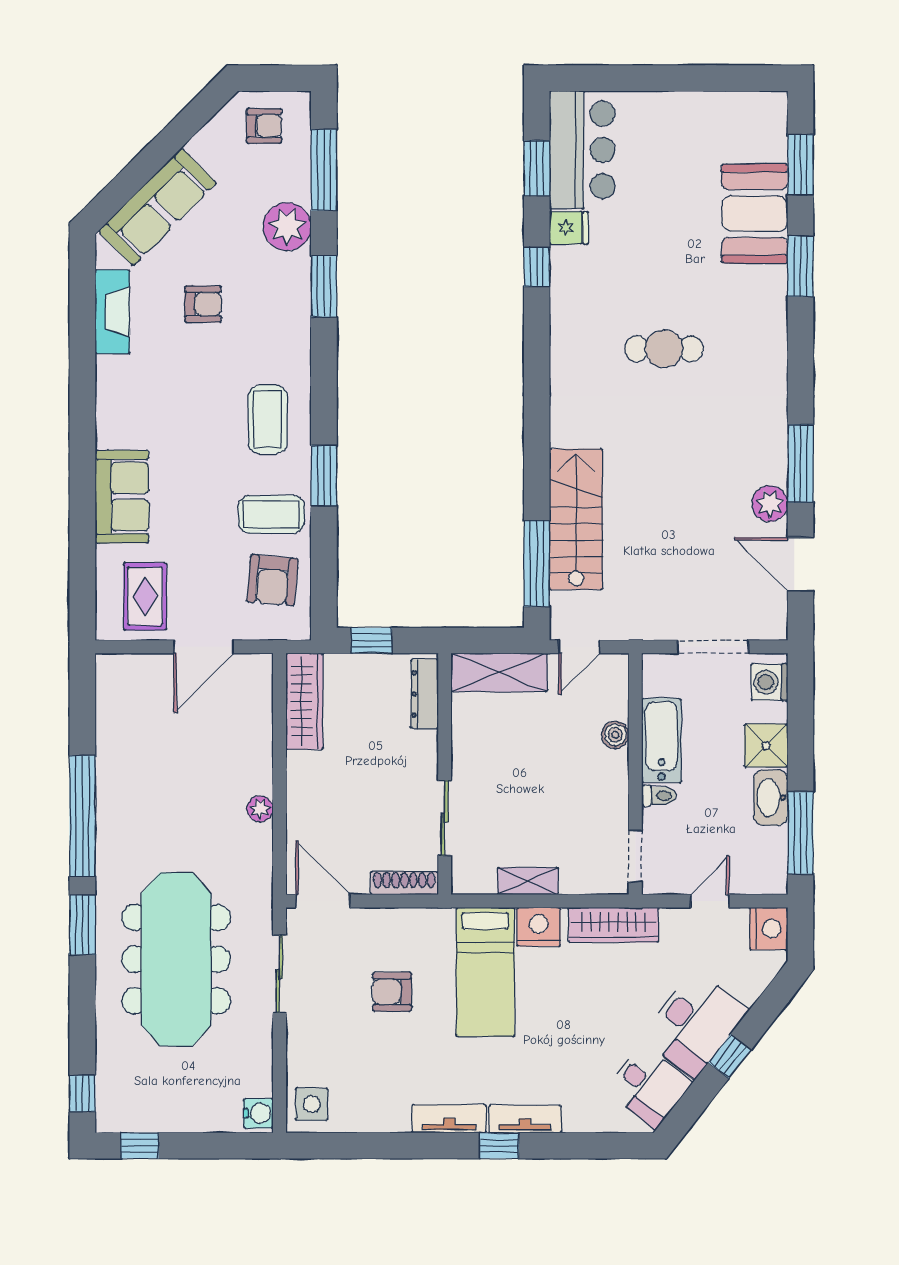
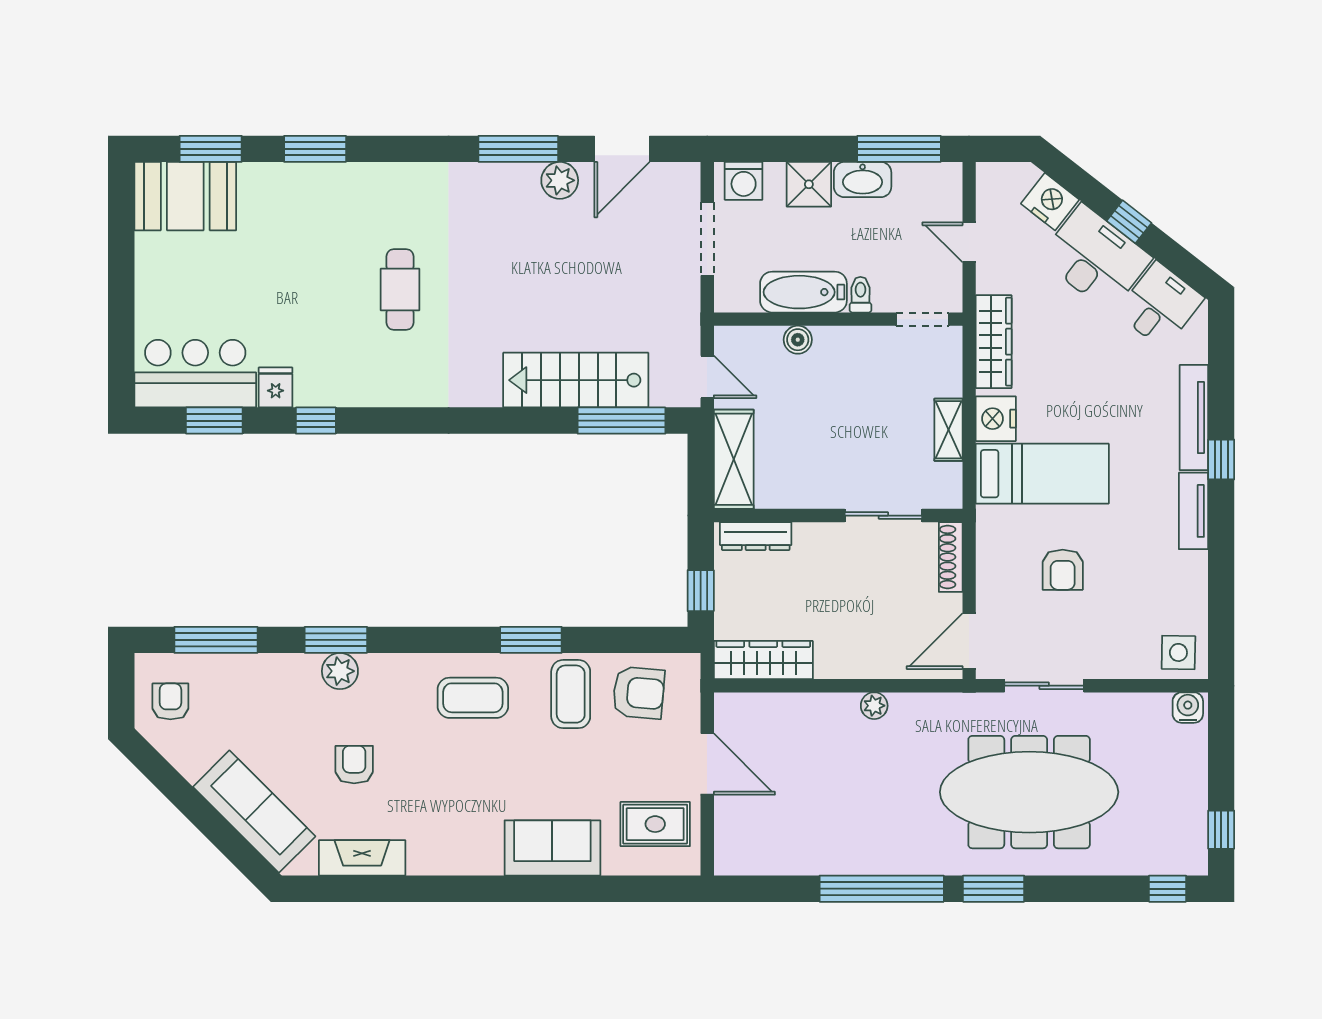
booth: (755, 214) -> (185, 196), moved
plant: (287, 227) -> (340, 671), moved, width x0.73, depth x0.73
nightstand: (769, 929) -> (1050, 202), moved, turned 38
tv unit: (525, 1119) -> (1194, 418), width x1.41

